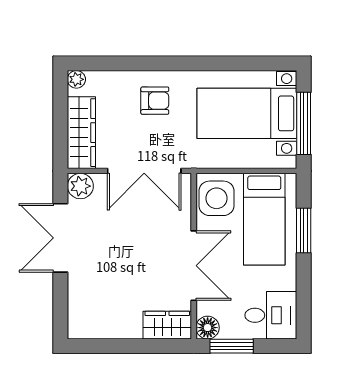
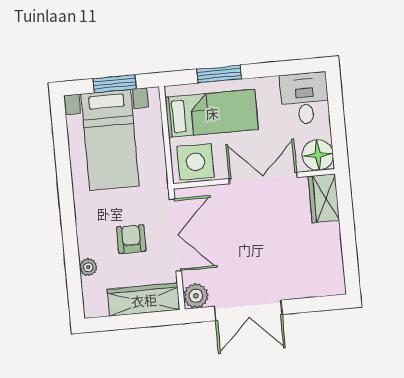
plant: (76, 79) -> (88, 267), moved
armchair: (155, 101) -> (131, 239), moved
window: (304, 123) -> (115, 84), width x0.69
floor lamp: (208, 328) -> (318, 155), width x1.38, depth x1.38
window: (232, 346) -> (338, 134), removed

